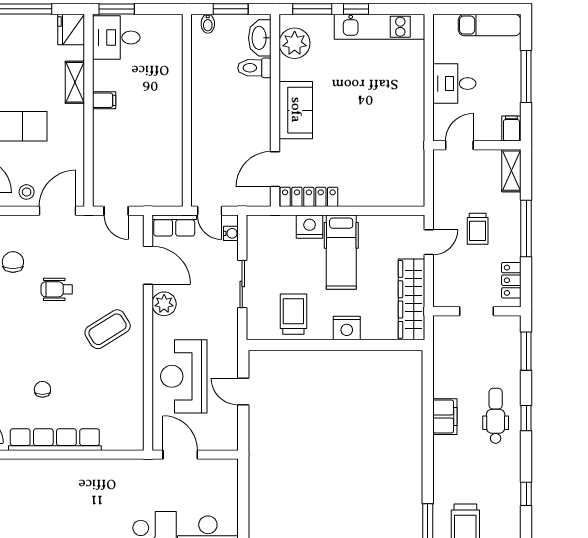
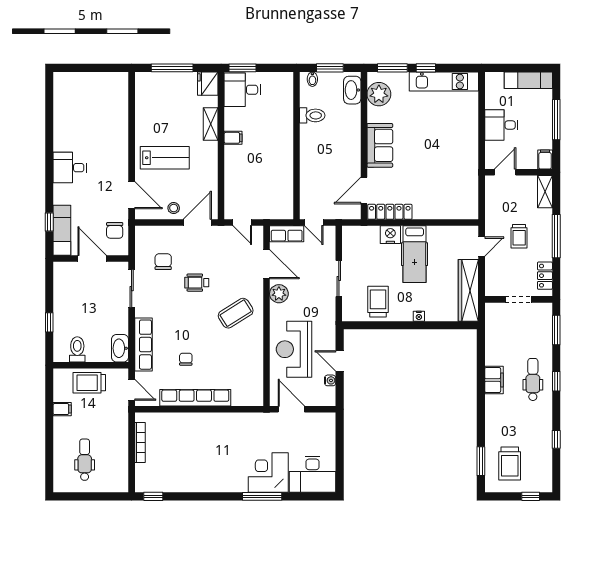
toilet: (254, 68) -> (312, 115), moved, turned 180
water cooler: (231, 233) -> (330, 380), moved
nightstand: (347, 328) -> (419, 316), width x0.53, depth x0.56

